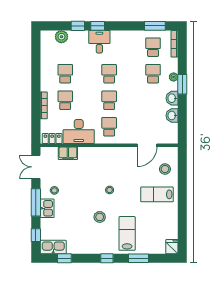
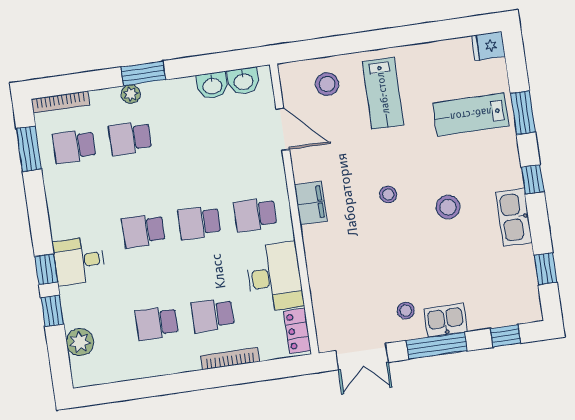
washbasin: (172, 98) -> (243, 81), moved
filing cabinet: (68, 153) -> (311, 203), moved
lab bench: (127, 233) -> (471, 114), moved
kitchen sink: (53, 247) -> (514, 217), moved

